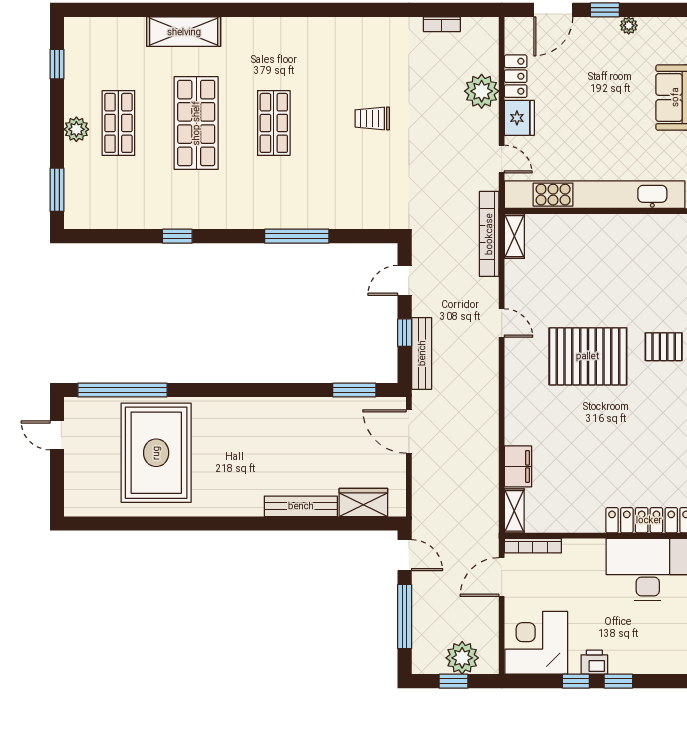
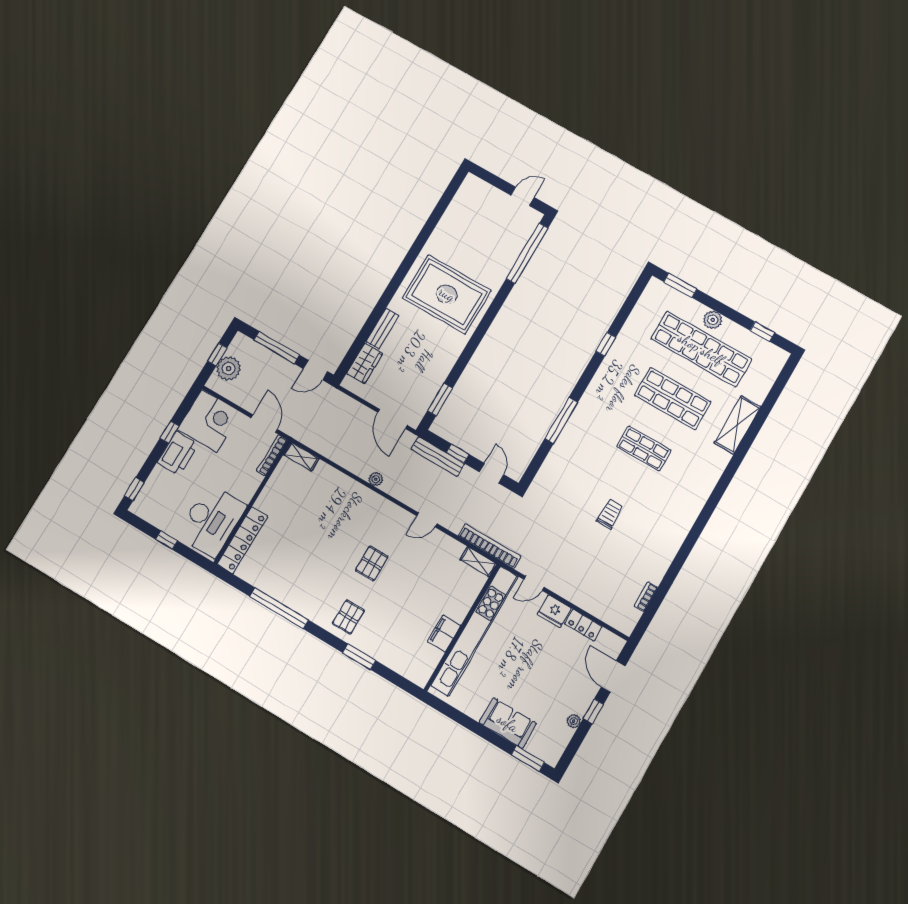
plant: (482, 91) -> (376, 479), moved, width x0.53, depth x0.53
shop shelf: (118, 123) -> (701, 349), width x2.00, depth x1.36
pallet: (588, 356) -> (372, 563), width x0.49, depth x0.50
door: (409, 431) -> (393, 419), swing flipped
rug: (156, 453) -> (447, 294), moved
filing cabinet: (518, 466) -> (444, 634), moved, turned 90
bench: (301, 506) -> (382, 329), width x0.73
printer: (594, 662) -> (178, 453), width x1.87, depth x1.48
window: (618, 681) -> (134, 489), moved

